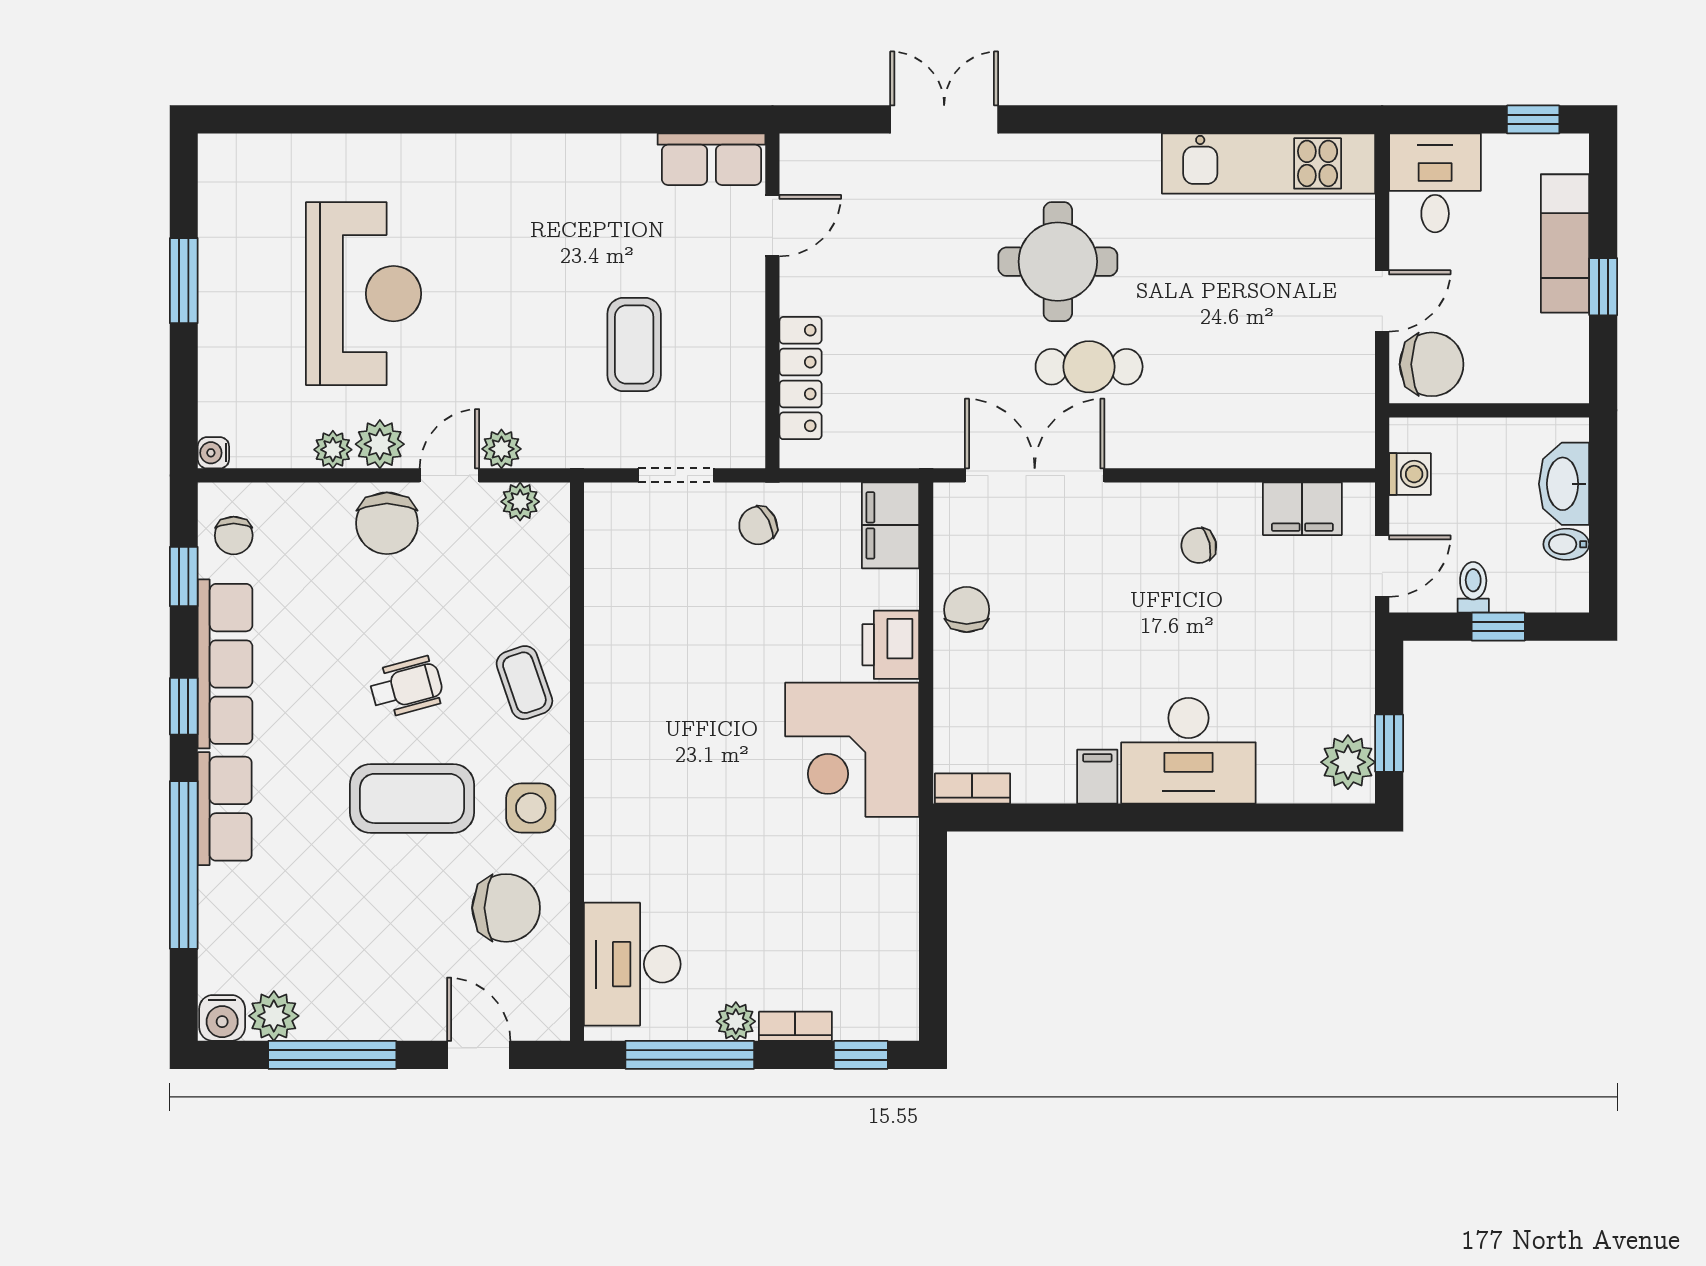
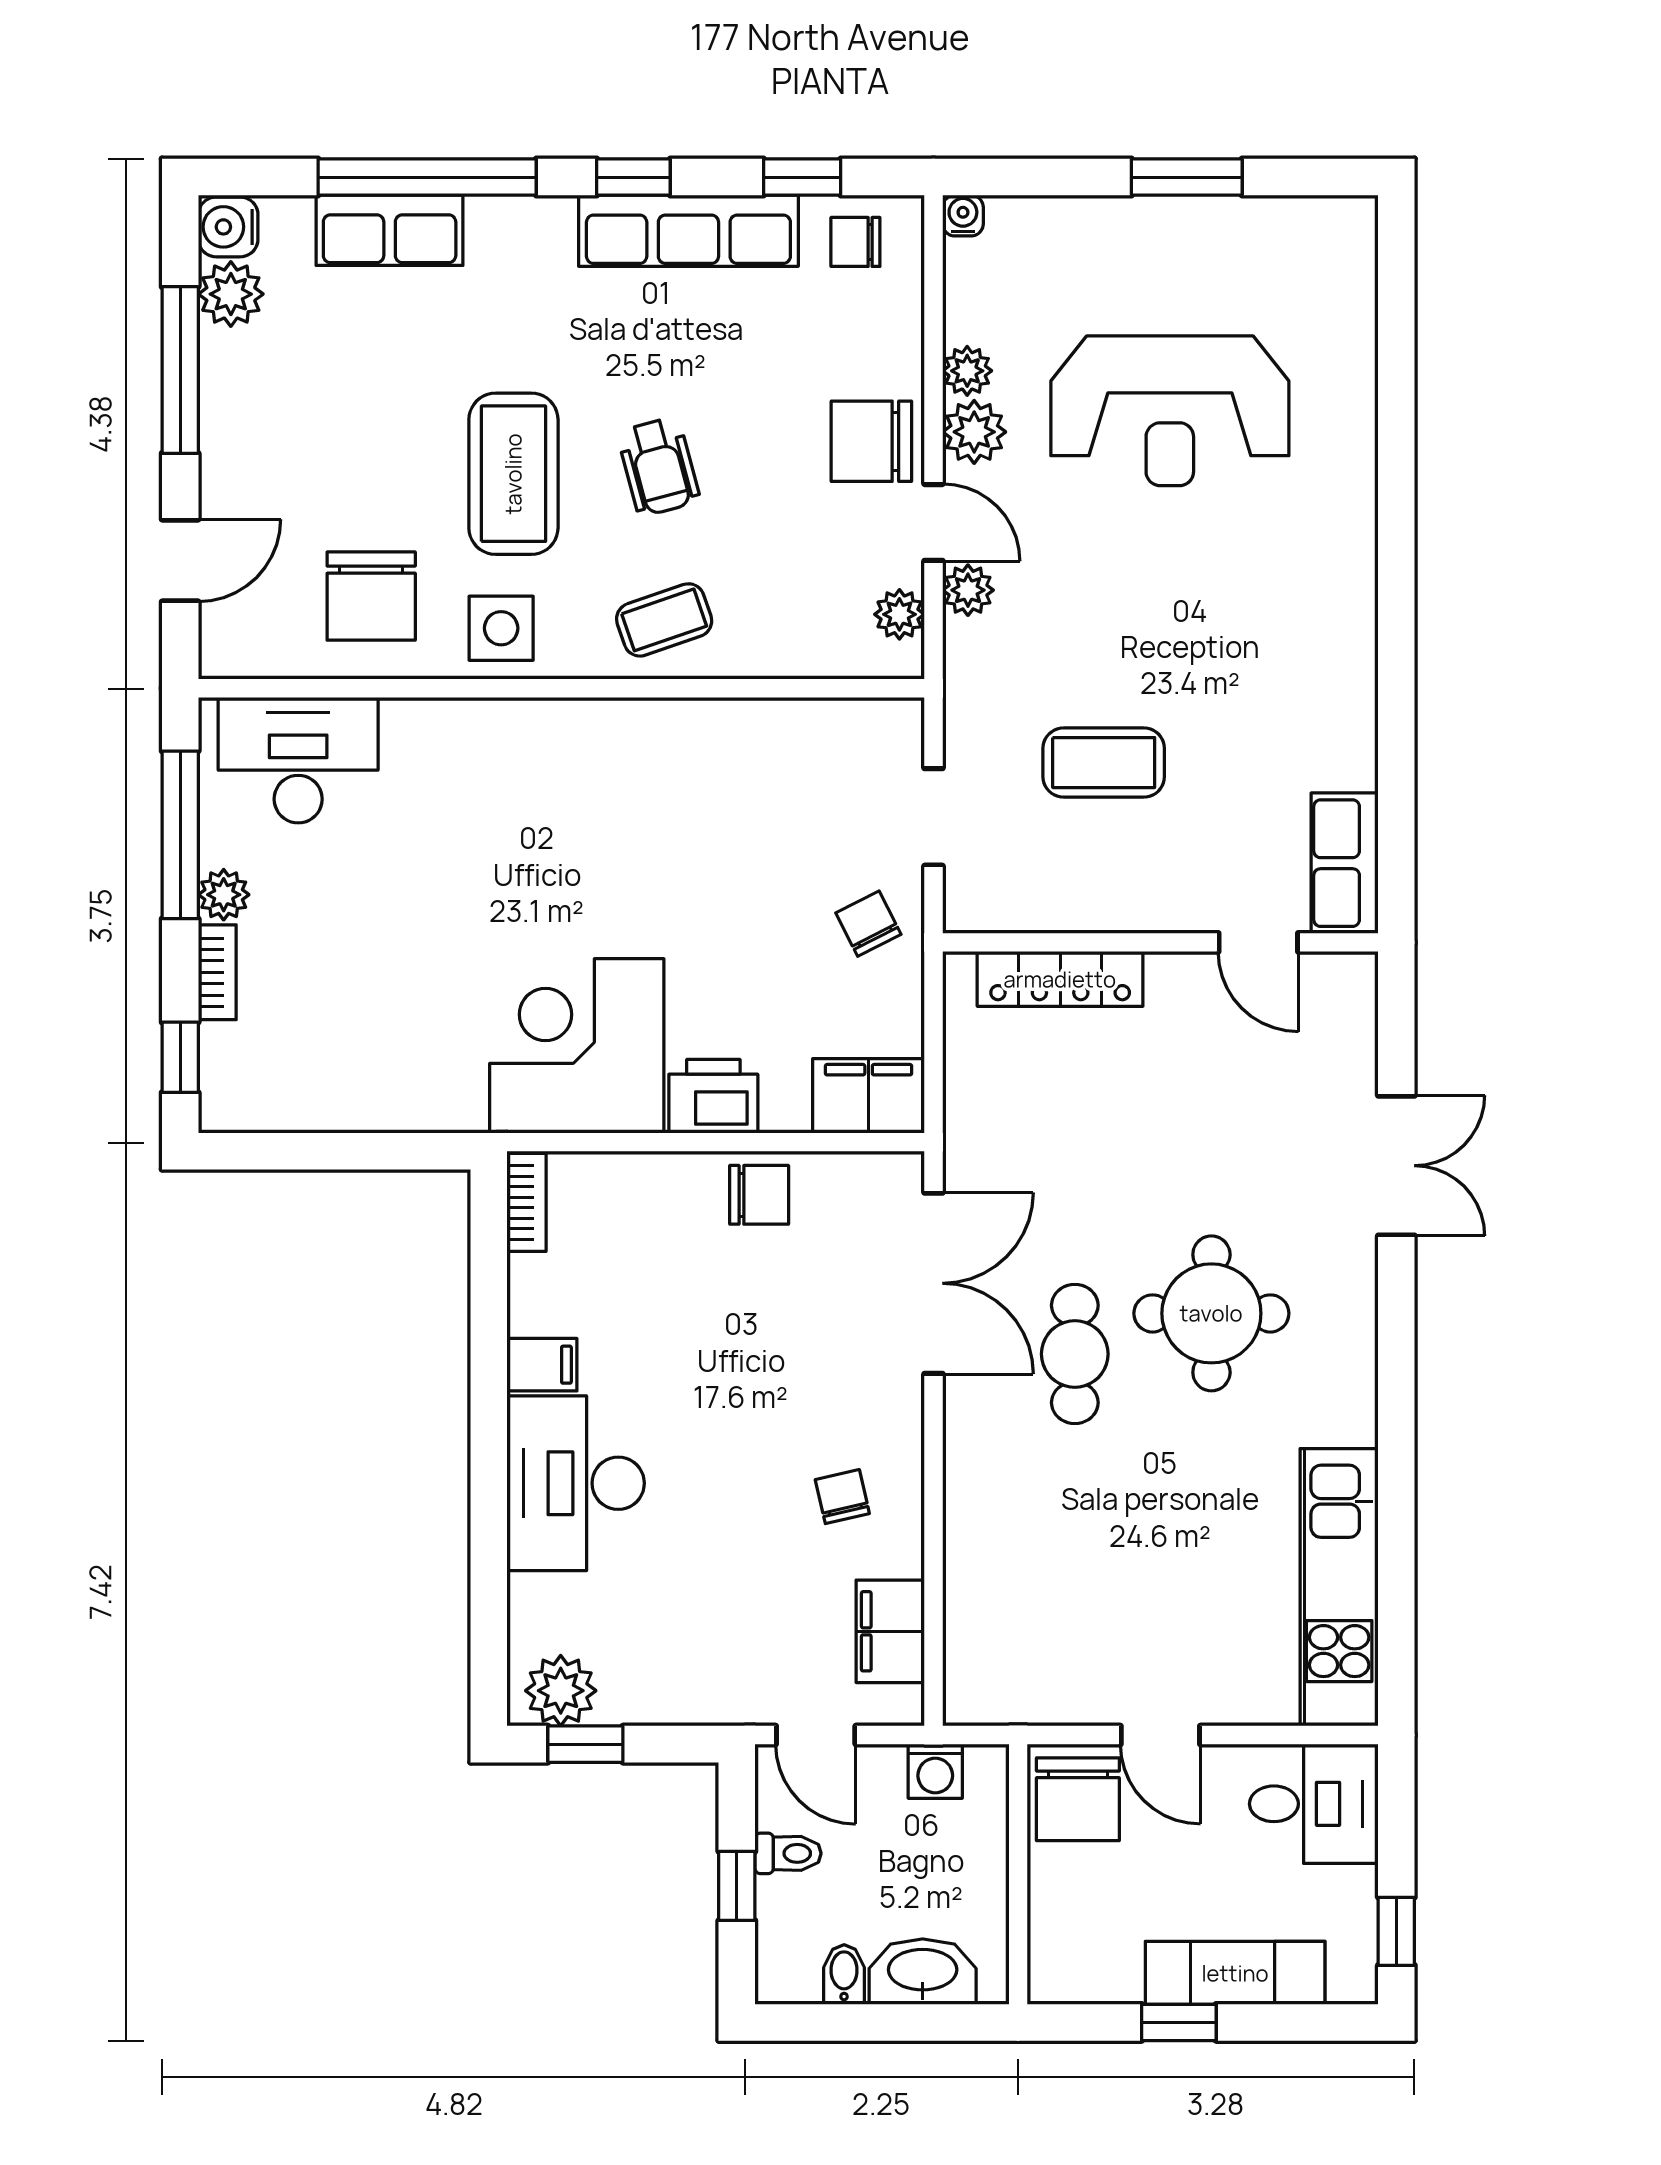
row of seats: (225, 809) -> (390, 230), moved

